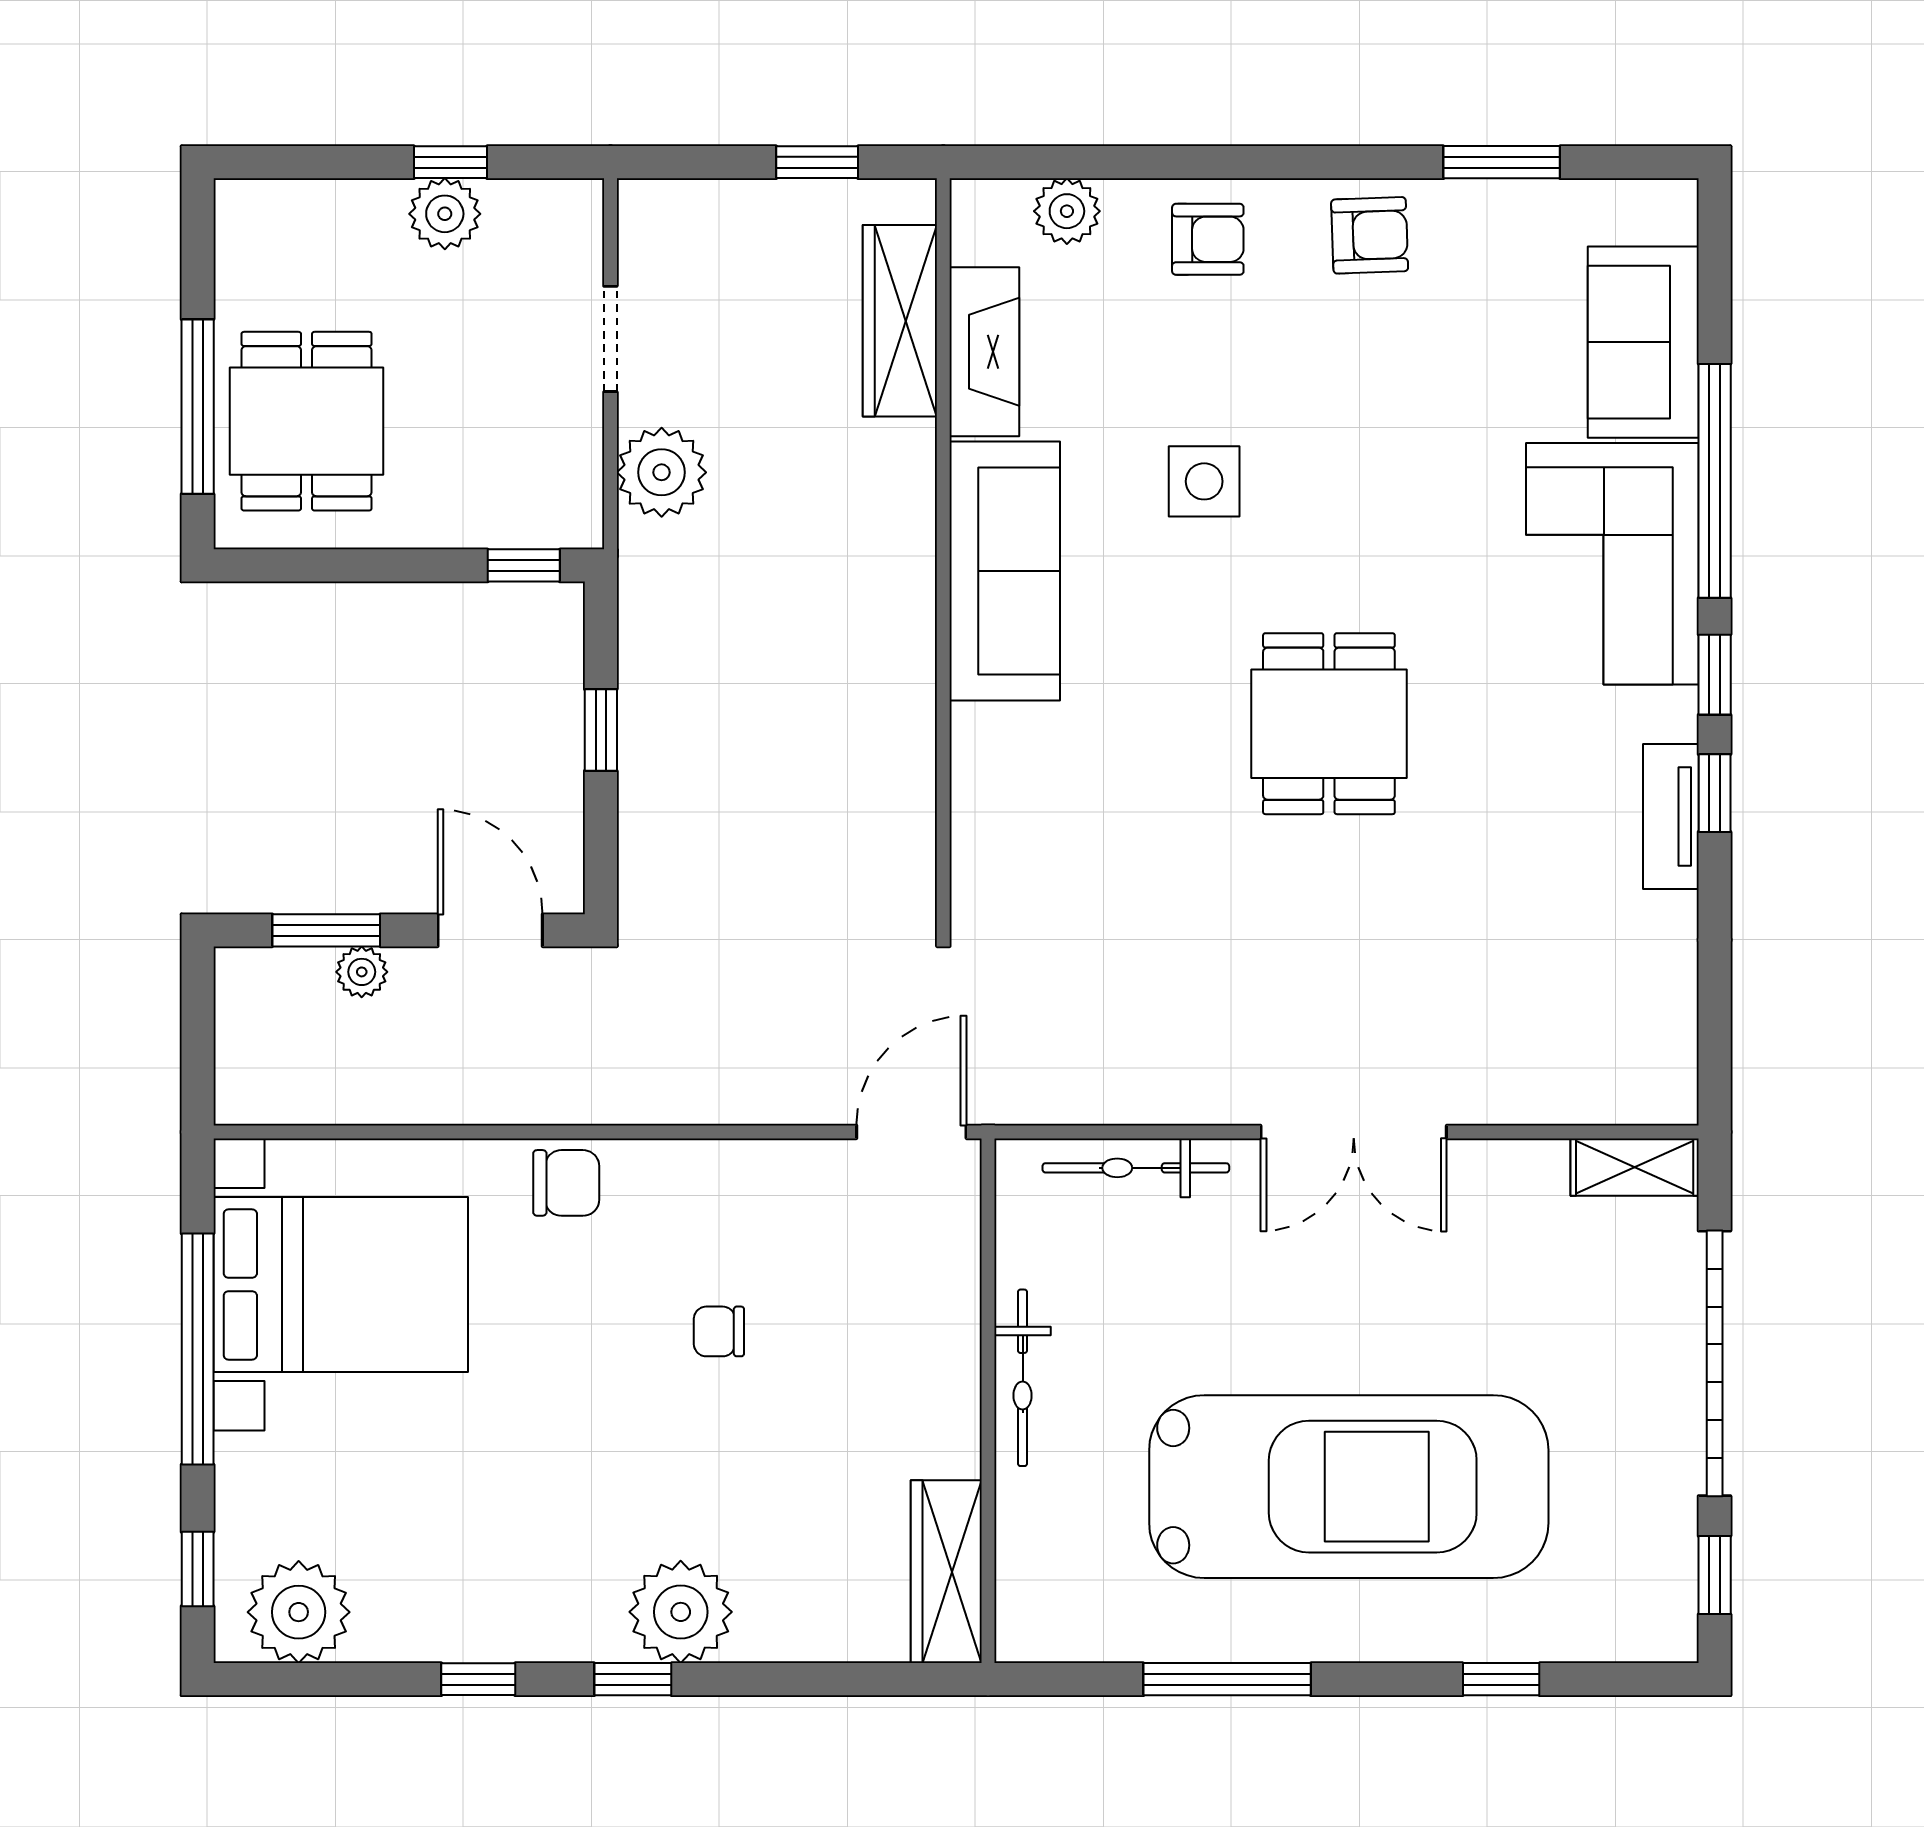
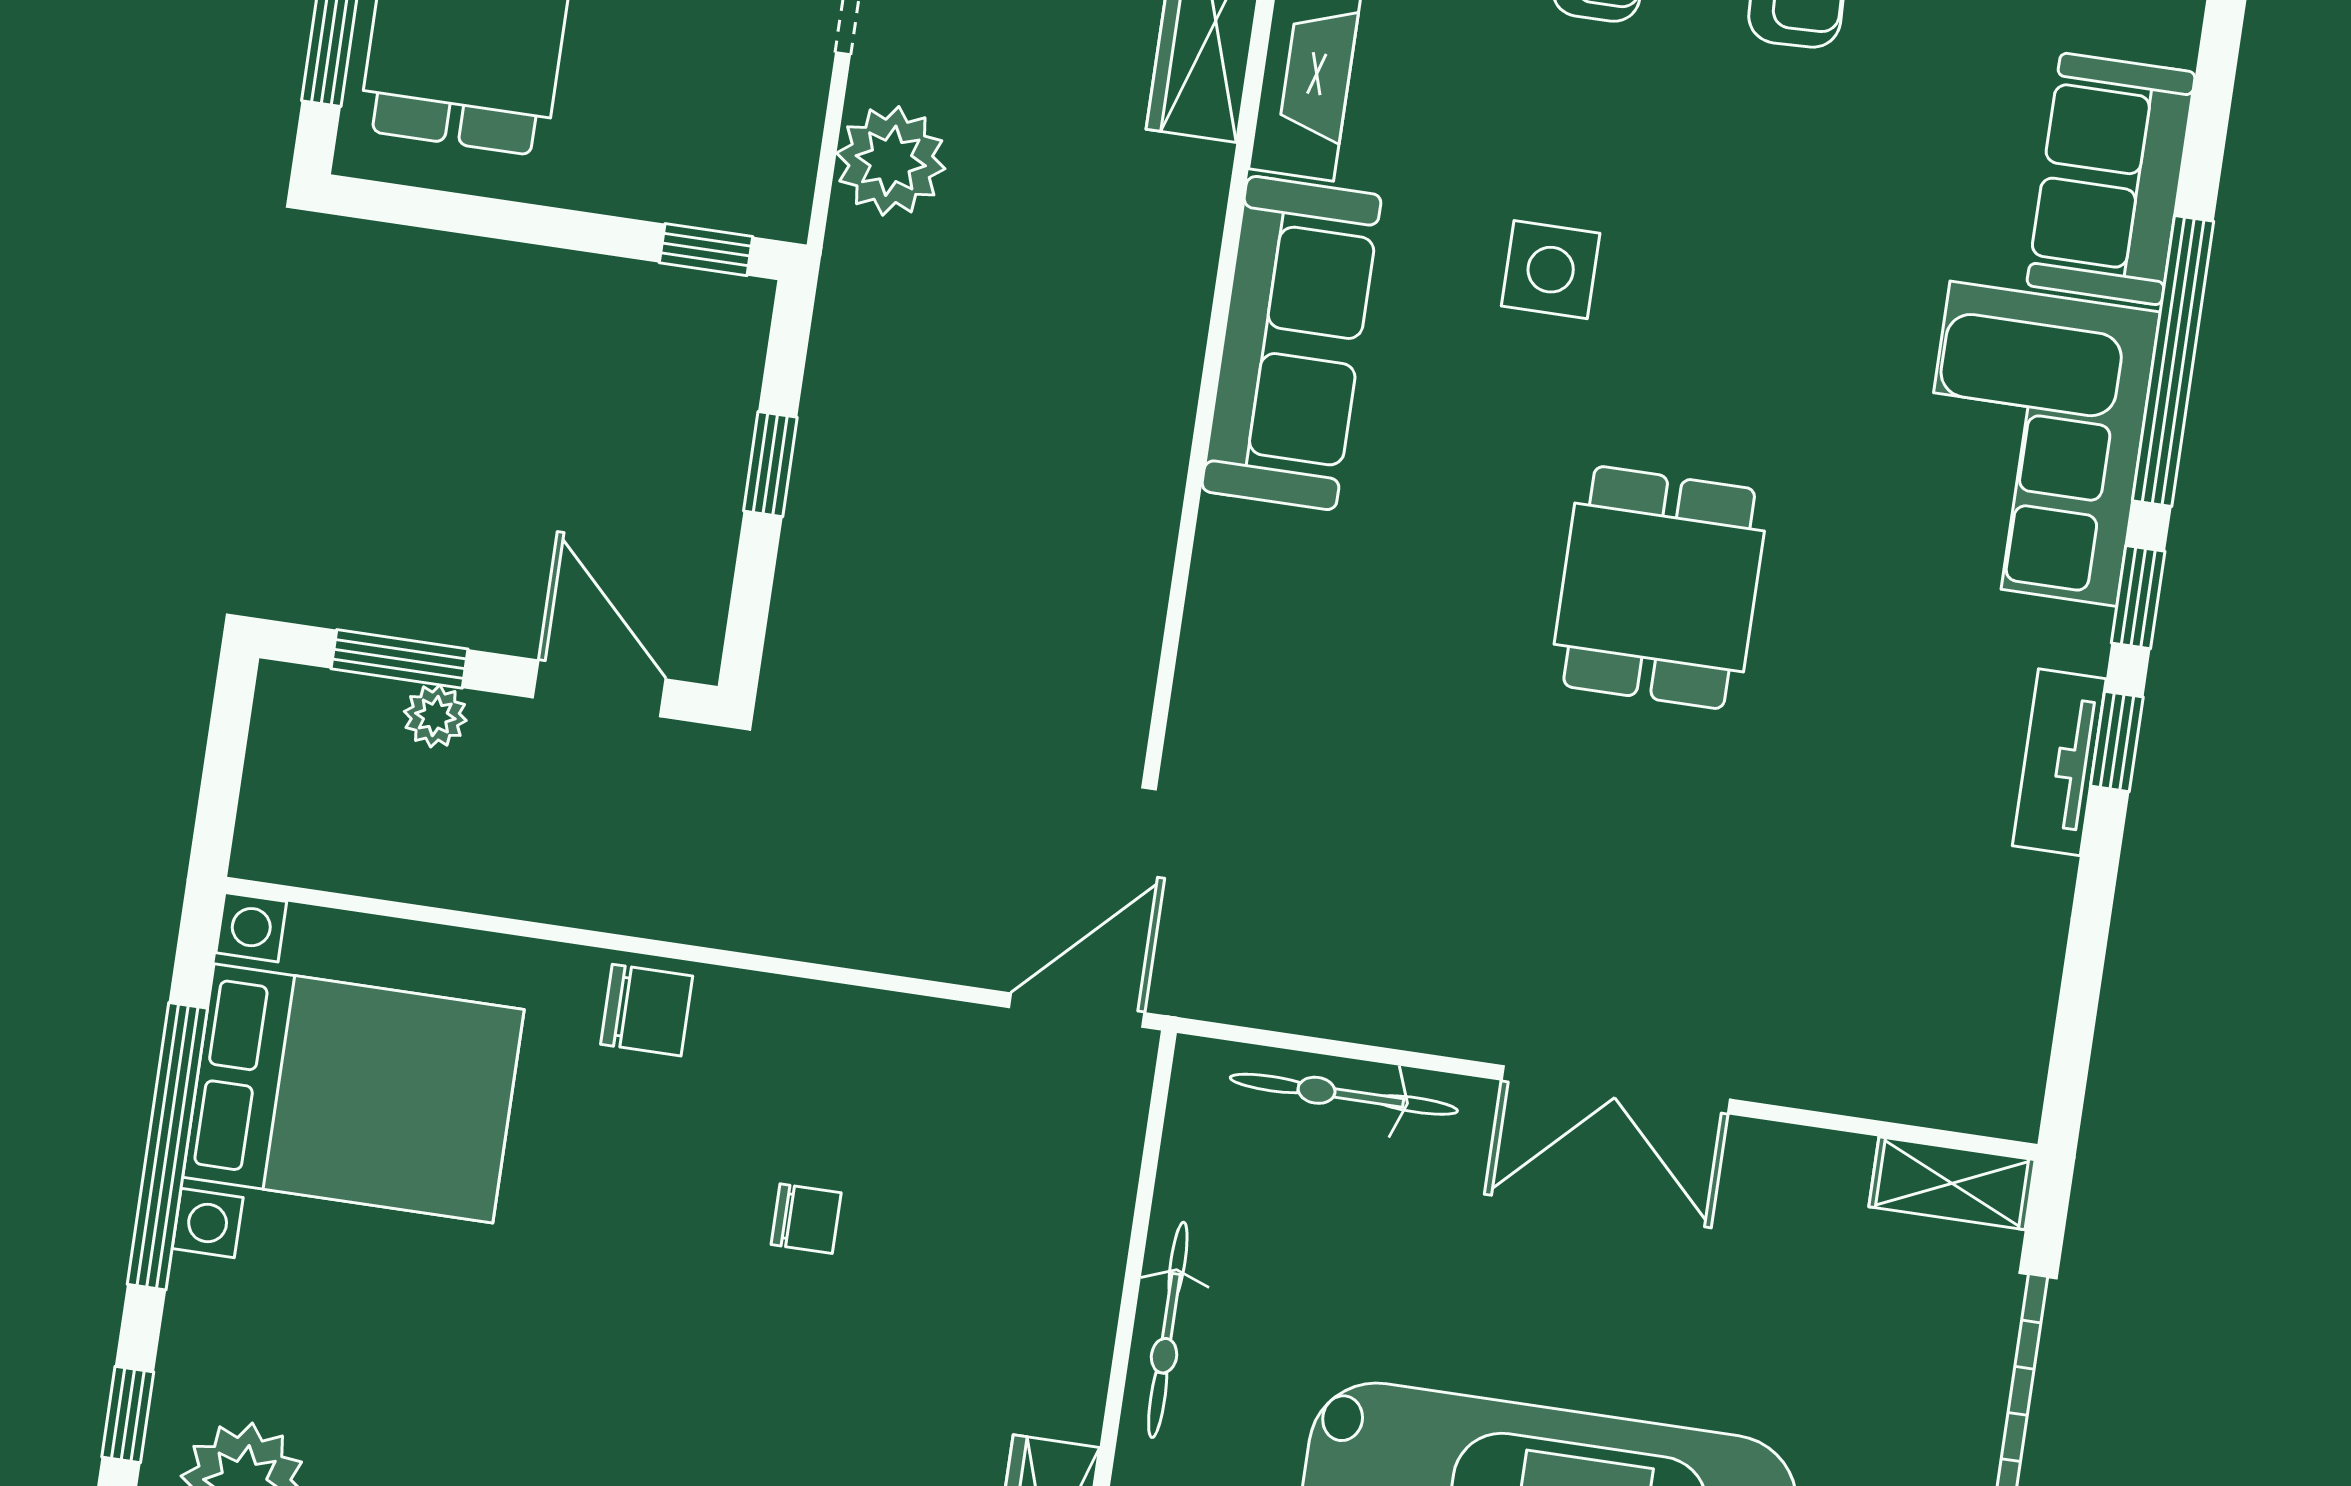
chair: (719, 1331) -> (806, 1219), turned 180

